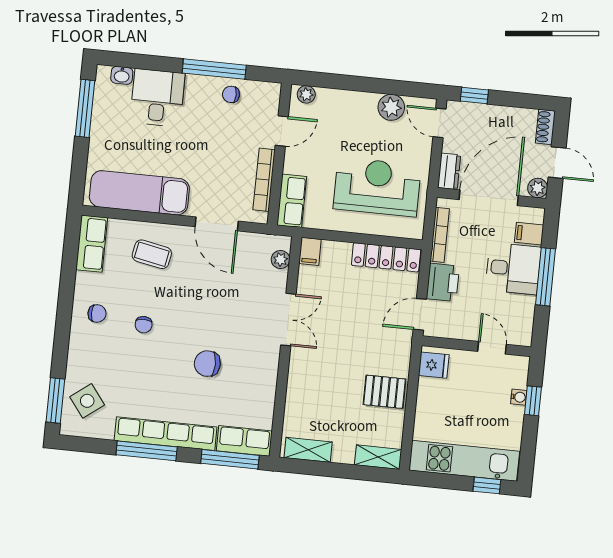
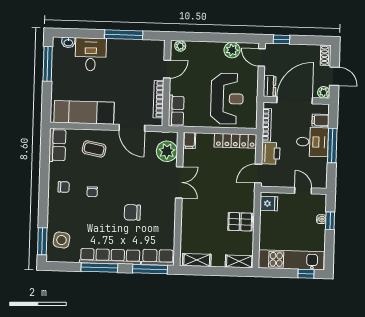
chair: (231, 94) -> (135, 49), removed
reception desk: (377, 187) -> (227, 99), turned 90
plant: (281, 260) -> (167, 151), width x1.88, depth x1.88
side table: (87, 401) -> (61, 240), turned 45

